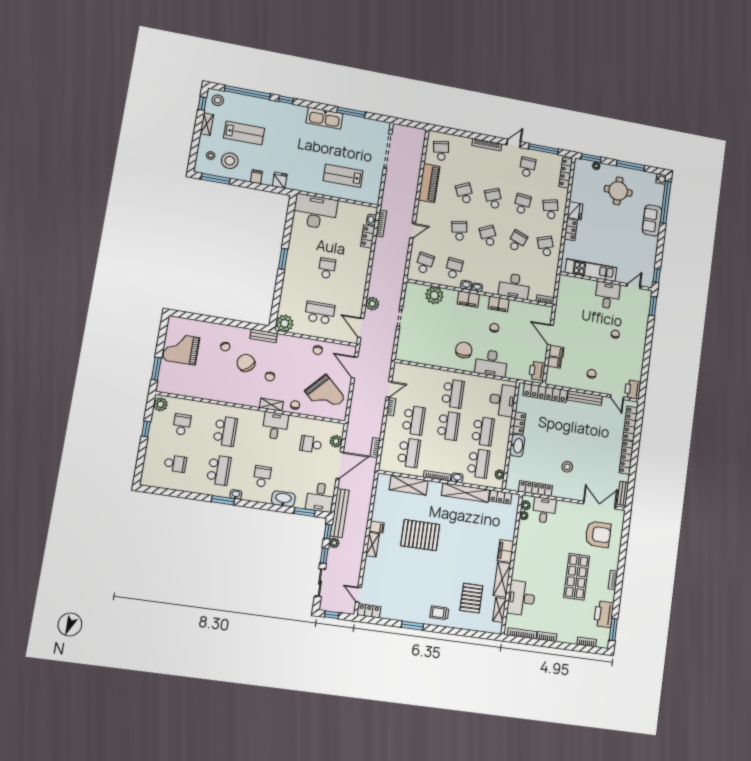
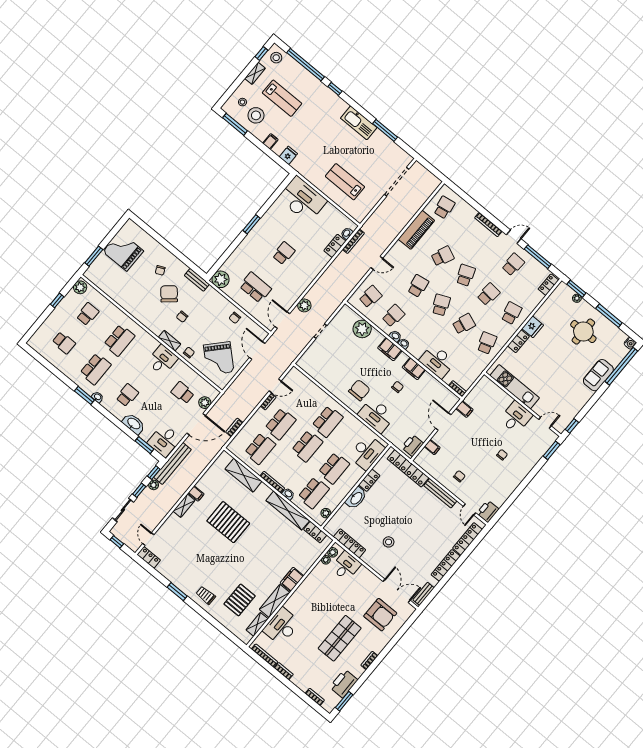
locker: (566, 173) -> (548, 285), width x0.66
school desk: (465, 193) -> (443, 256), turned 48
filing cabinet: (556, 351) -> (464, 409), moved

